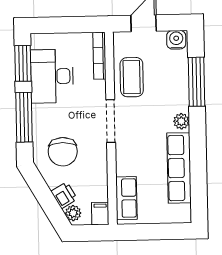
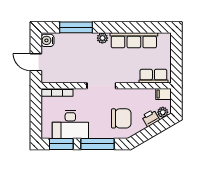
coffee table: (132, 77) -> (72, 71), removed

